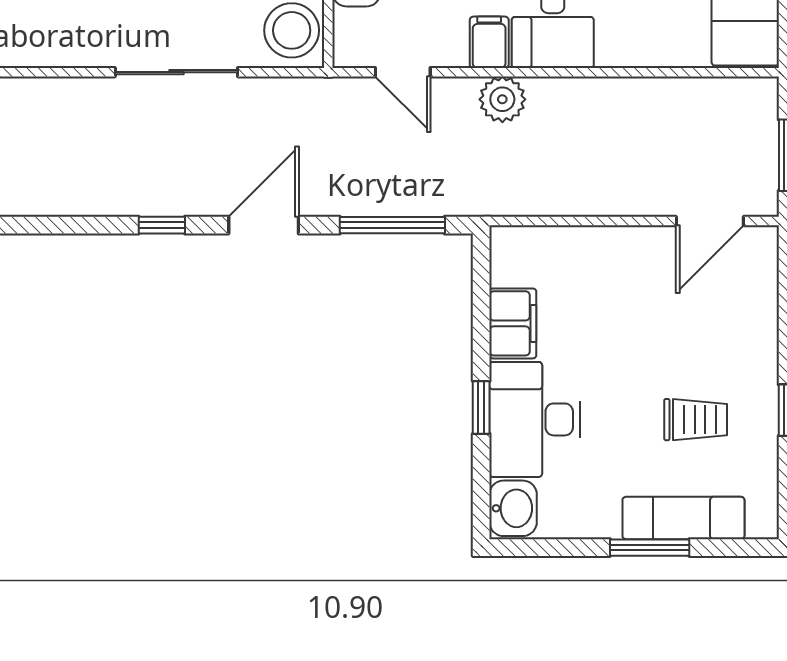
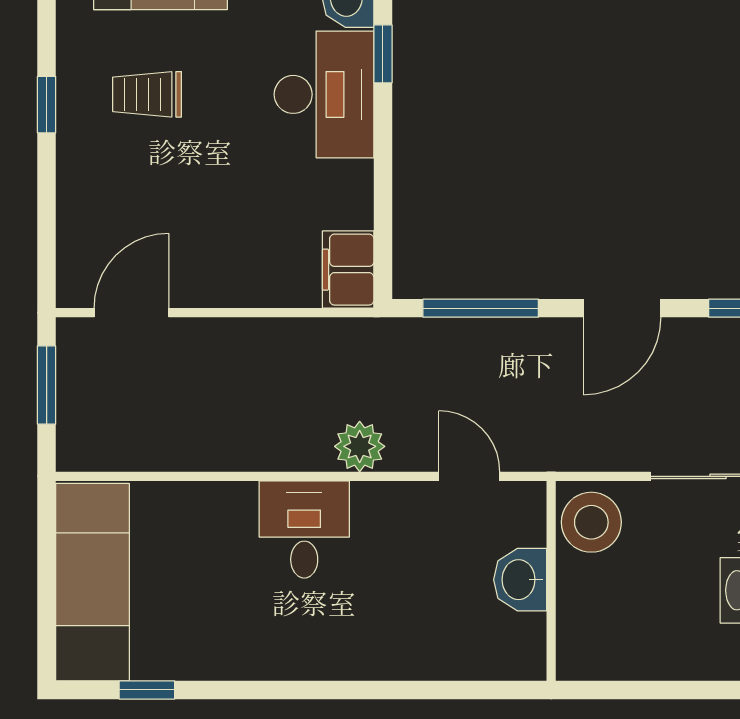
filing cabinet: (489, 42) -> (374, 509), removed
filing cabinet: (513, 323) -> (348, 270), moved
window: (481, 407) -> (383, 54), moved

